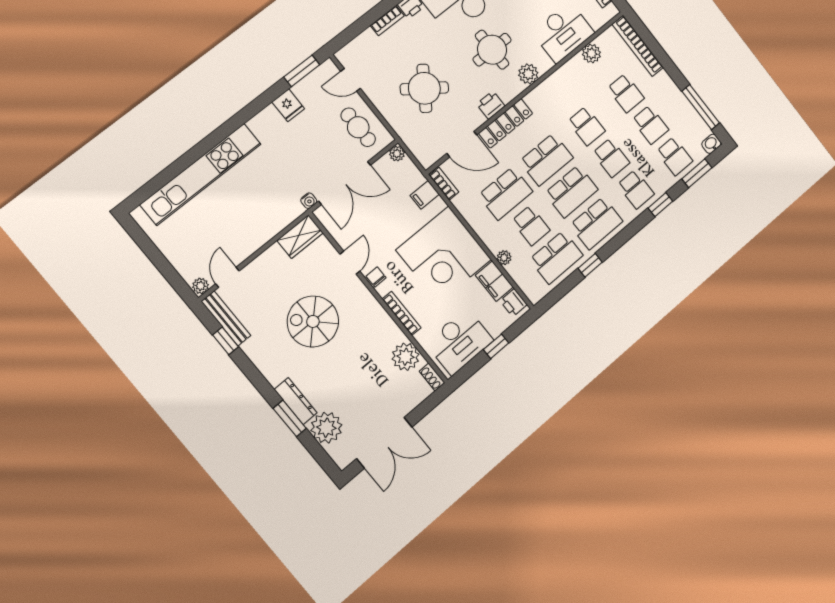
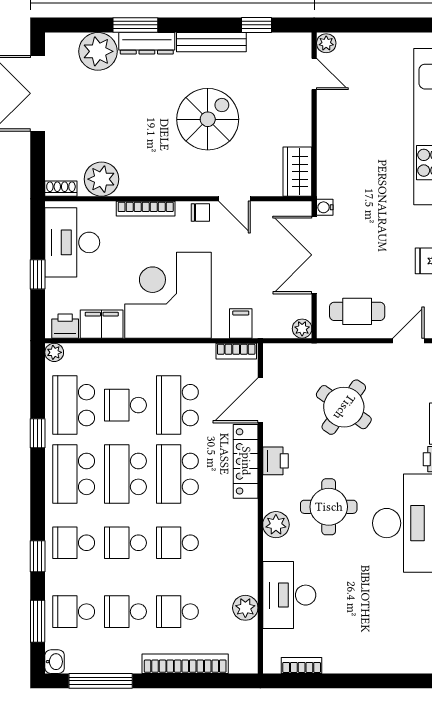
bookcase: (638, 46) -> (185, 664), moved
plant: (504, 258) -> (54, 352), moved
bench: (226, 318) -> (211, 42), moved

